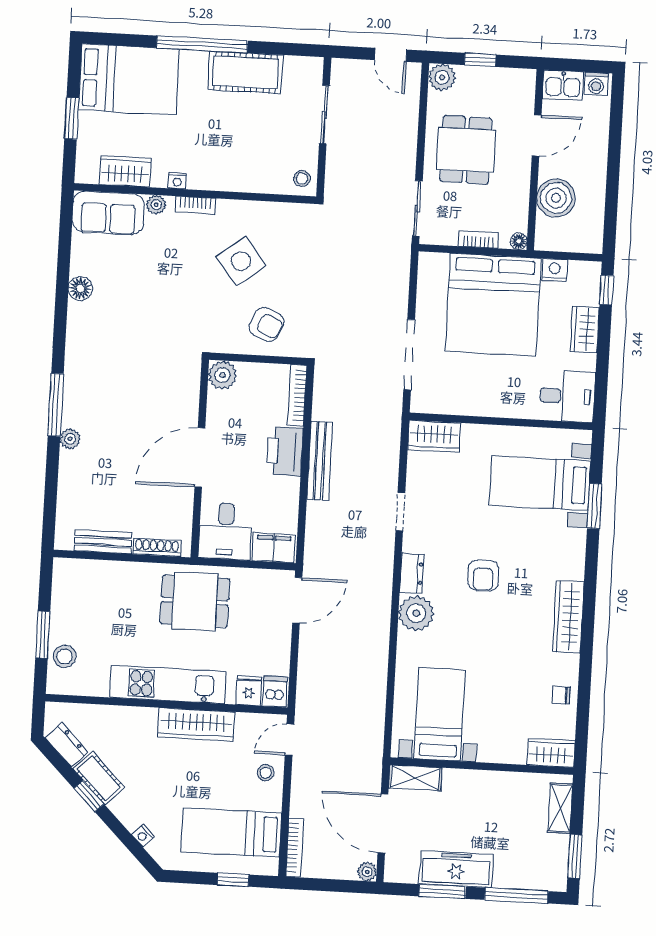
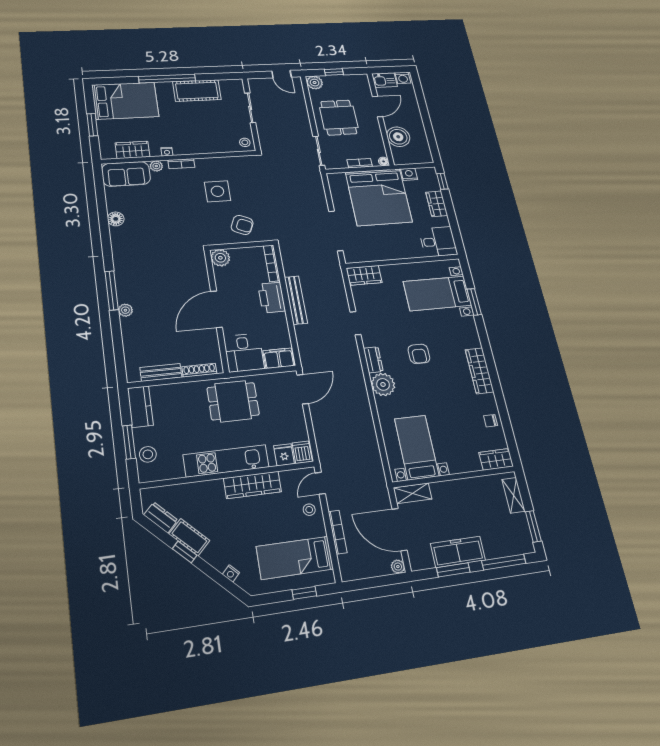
side table: (241, 261) -> (217, 191), turned 38
kitchen counter: (66, 587) -> (140, 407), added
bookcase: (295, 847) -> (338, 532), moved

